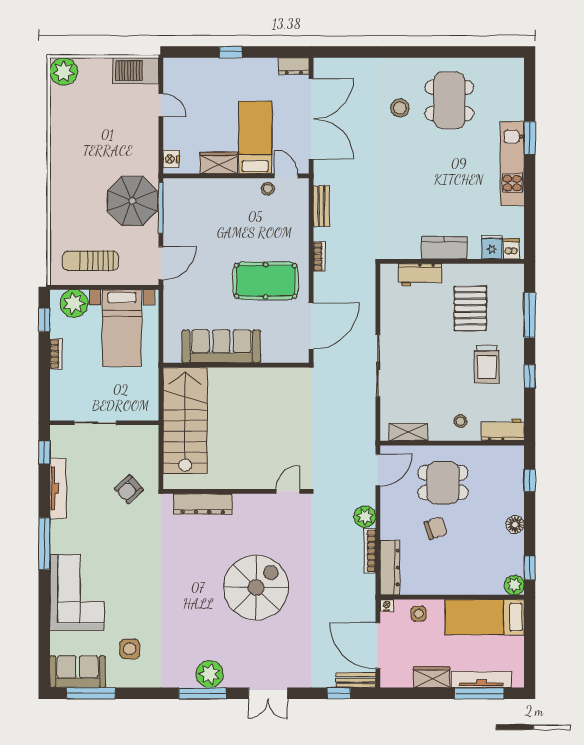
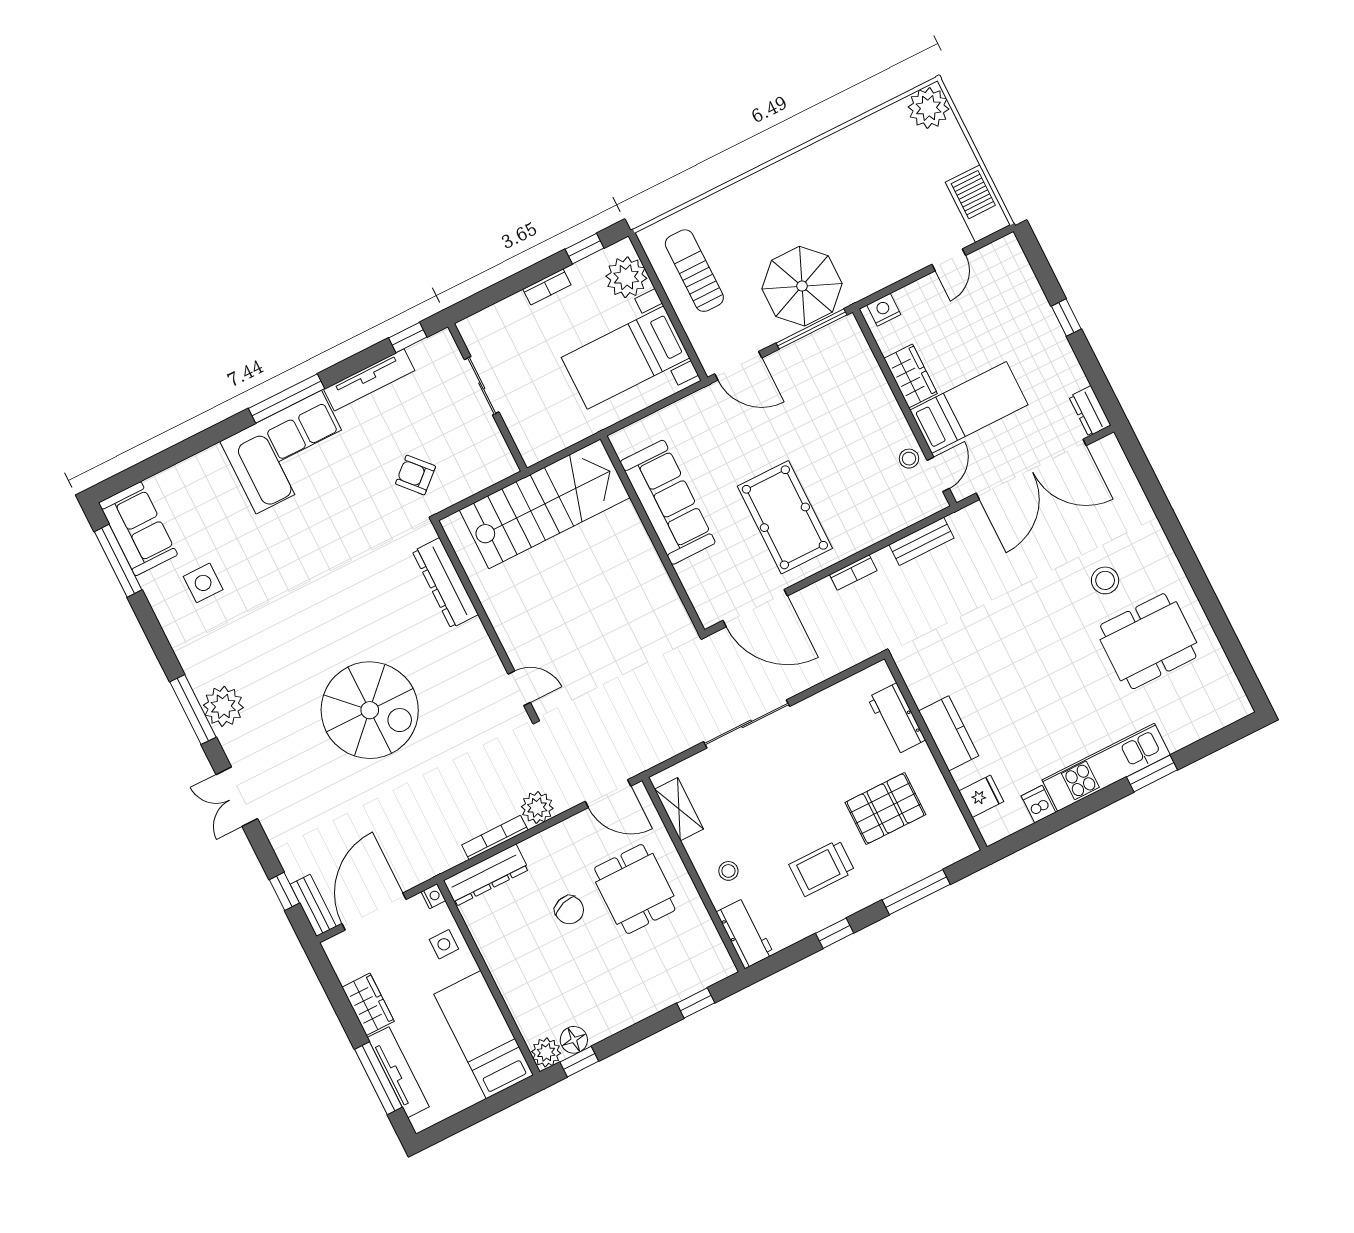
dishwasher: (511, 249) -> (1038, 804), moved, turned -90
floor lamp: (515, 525) -> (574, 1040), moved
corner sofa: (77, 593) -> (289, 452), moved

